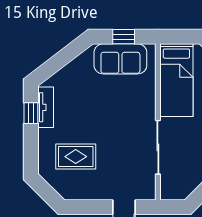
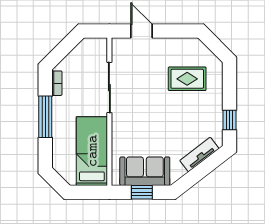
tv unit: (46, 107) -> (199, 155), moved, turned 52

